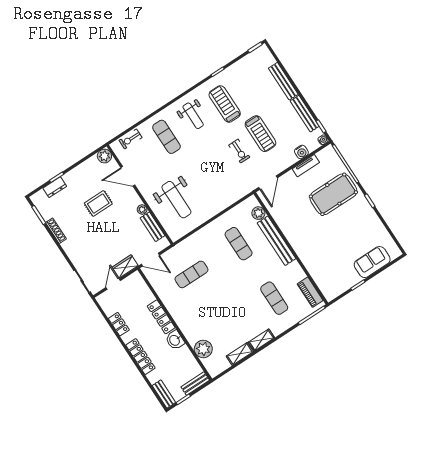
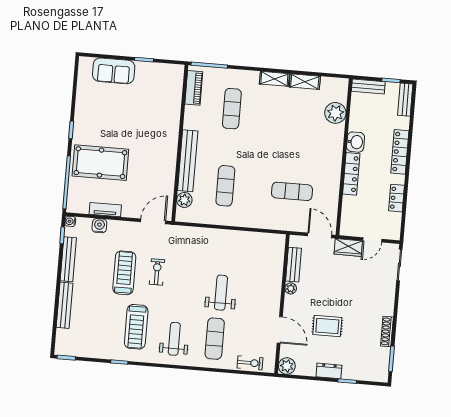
dresser: (55, 187) -> (329, 371), moved
weight bench: (176, 200) -> (221, 293), moved, width x0.73, depth x0.75

